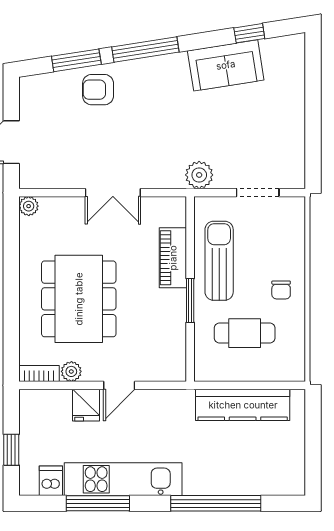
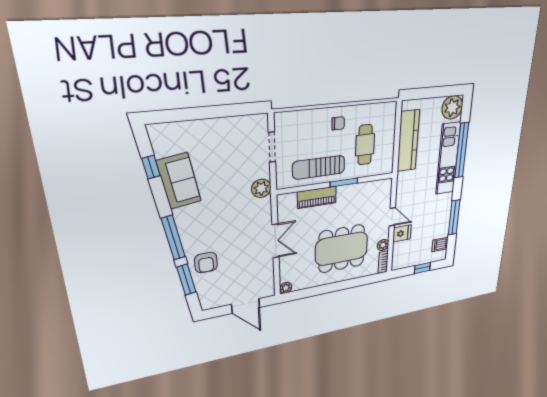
plant: (287, 478) -> (452, 107), added
kitchen unit: (123, 479) -> (448, 159), moved

